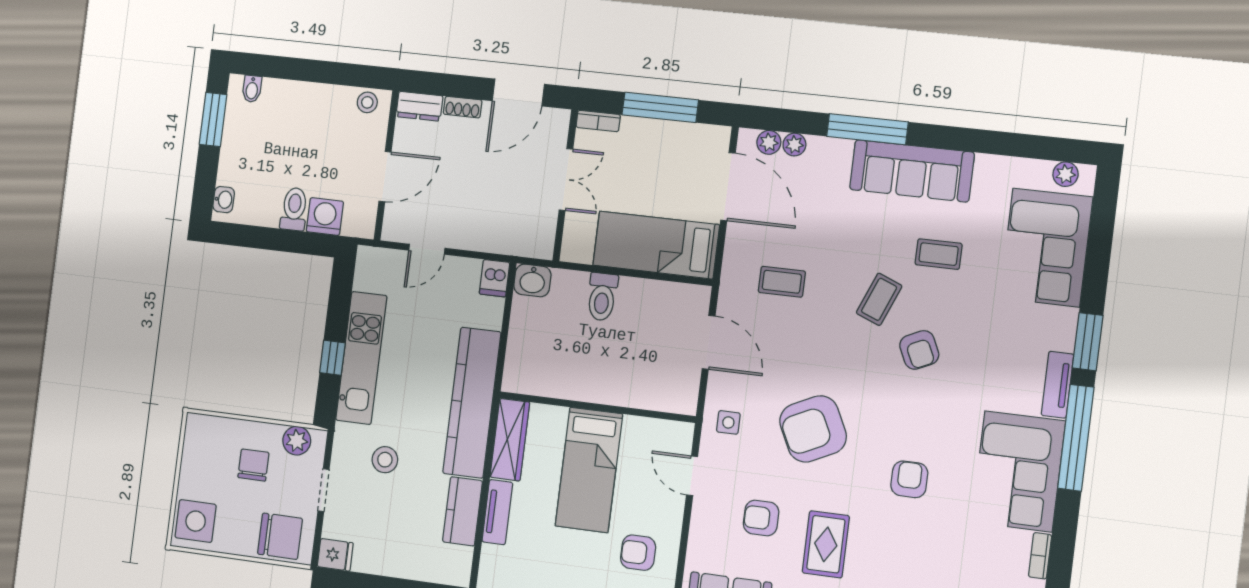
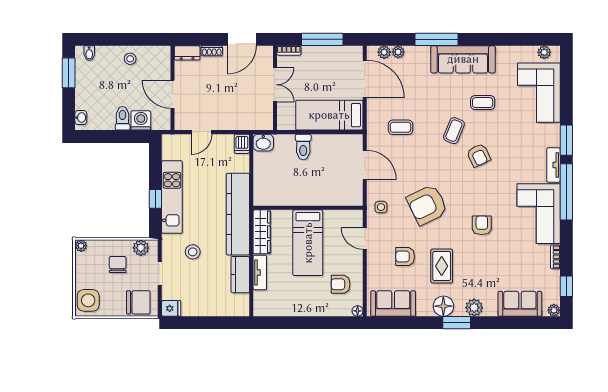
stool: (367, 102) -> (130, 59), moved
door: (385, 177) -> (172, 94), swing flipped
plant: (196, 424) -> (81, 246), added

